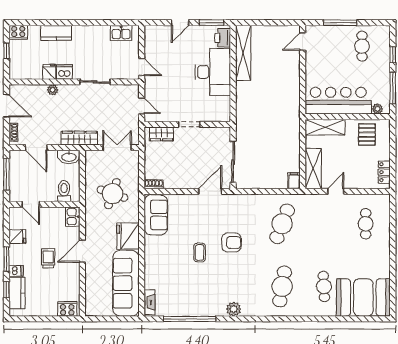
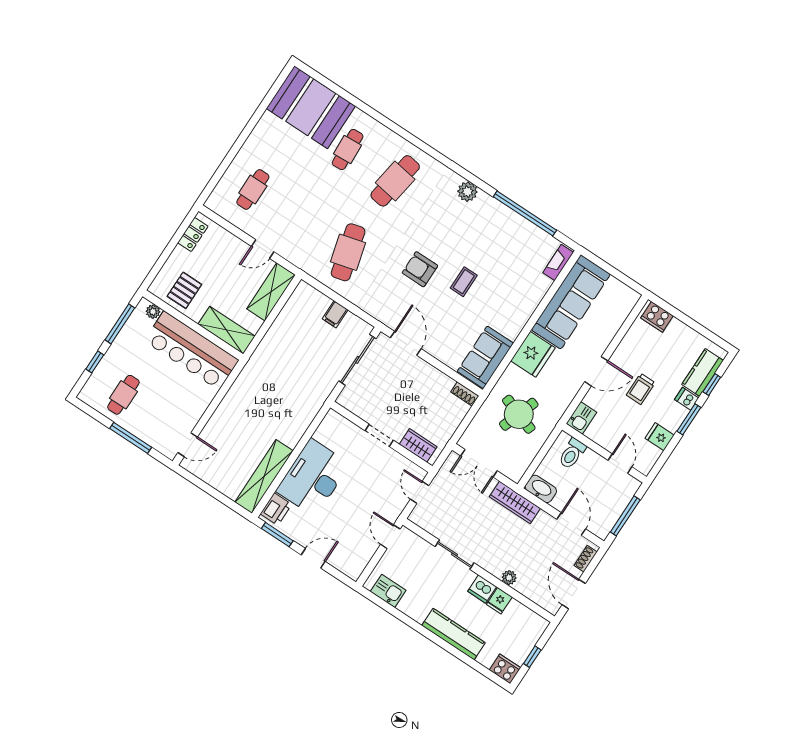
kitchen counter: (56, 33) -> (453, 634), width x1.50
filing cabinet: (294, 181) -> (335, 314), moved
door: (210, 191) -> (406, 343), swing flipped
cafe table: (282, 224) -> (348, 252), turned -36

